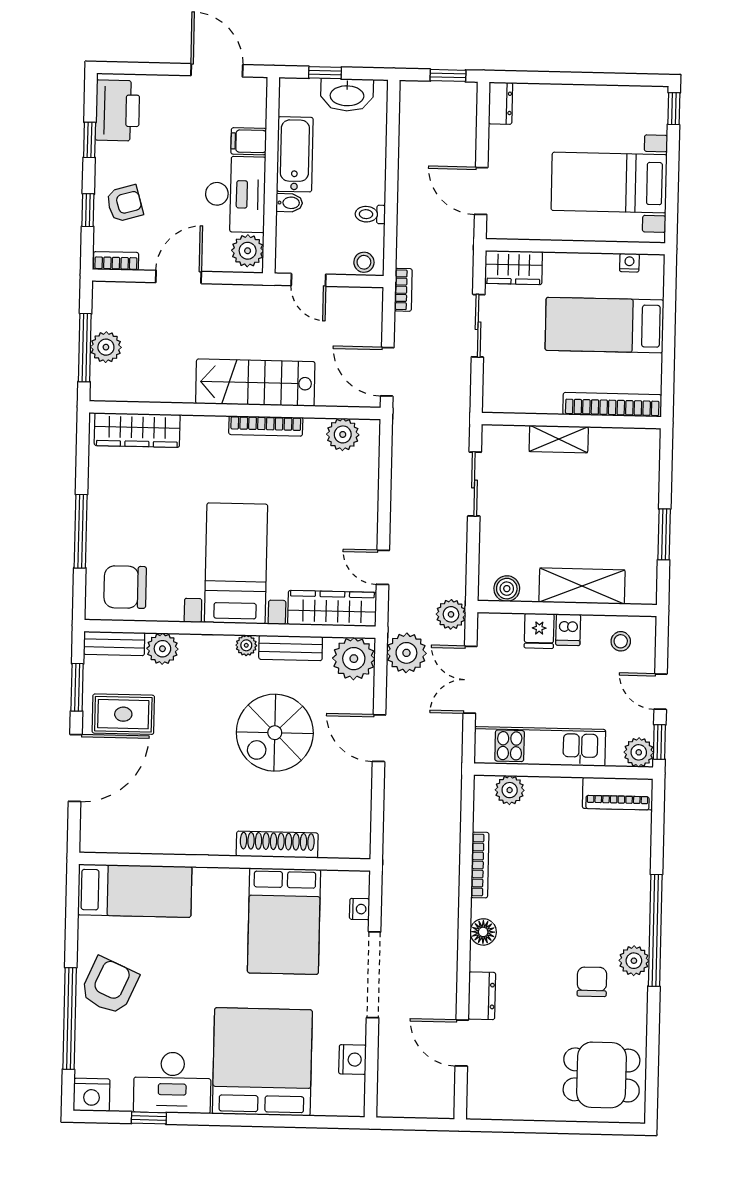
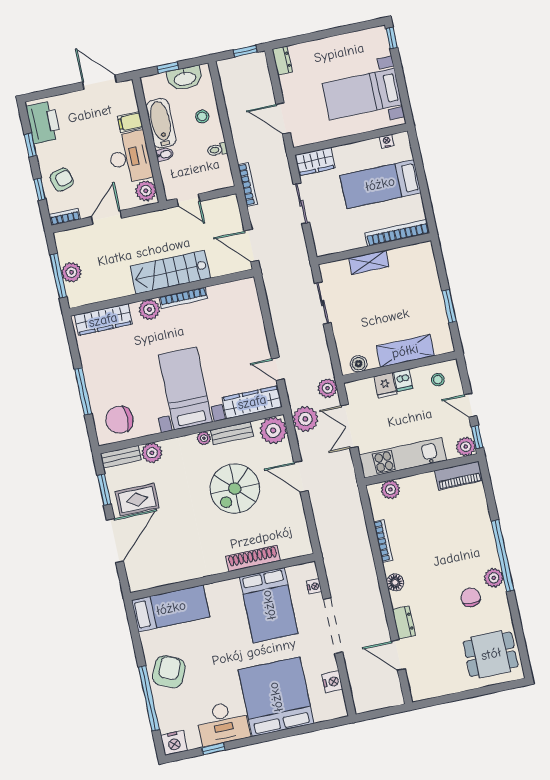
stool: (364, 262) -> (202, 116), moved
bookcase: (403, 290) -> (248, 184), width x1.56
plant: (343, 434) -> (149, 310), moved

